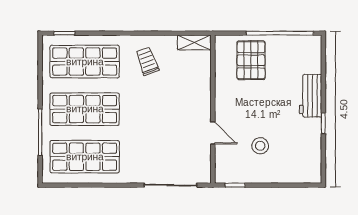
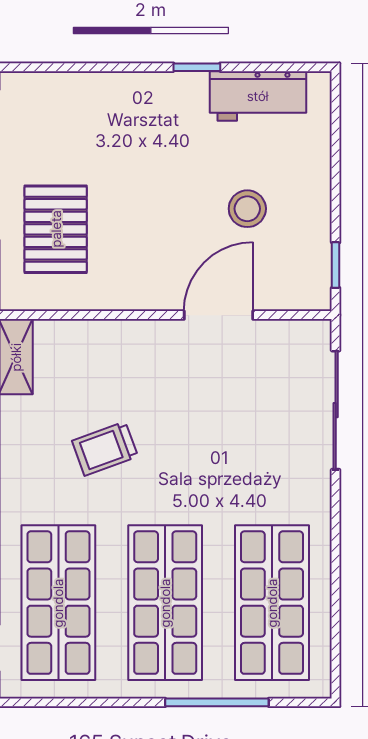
pallet: (251, 60) -> (56, 229), turned 90
trolley: (147, 61) -> (105, 449), moved
workbench: (310, 96) -> (258, 96), moved
door: (213, 133) -> (218, 315), width x1.38

